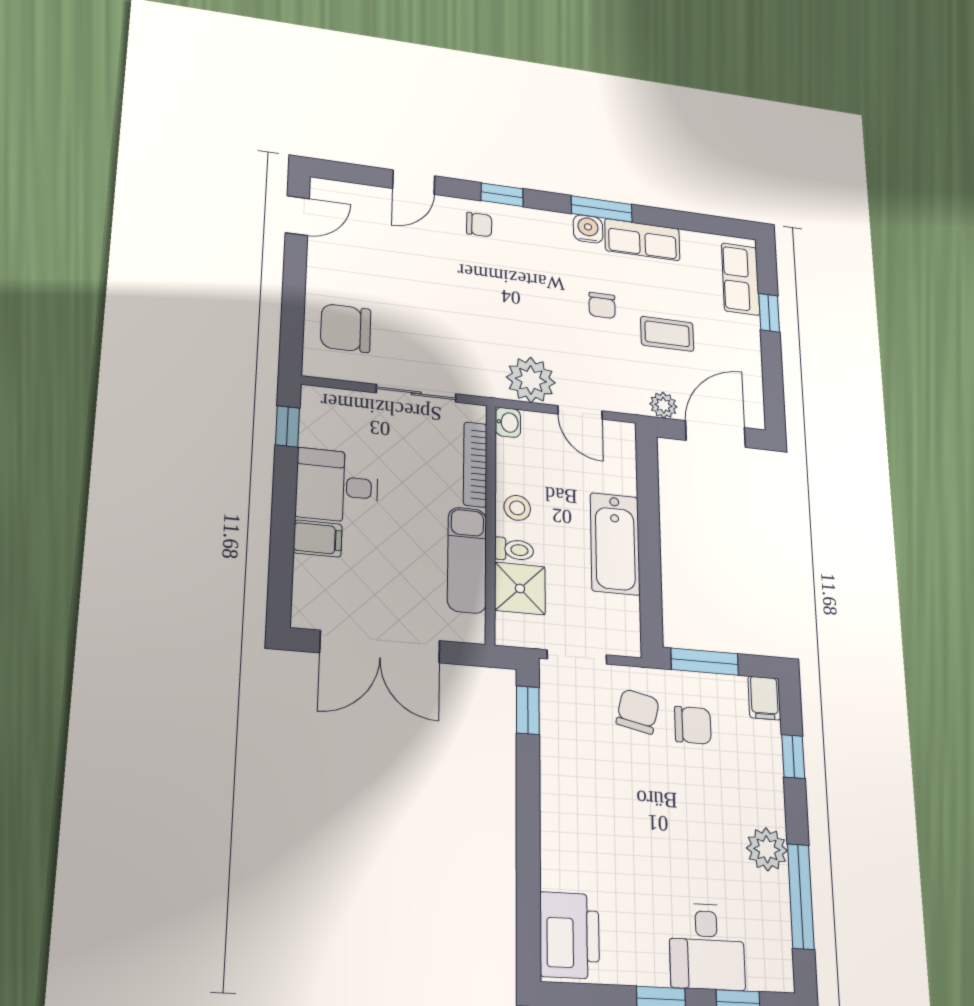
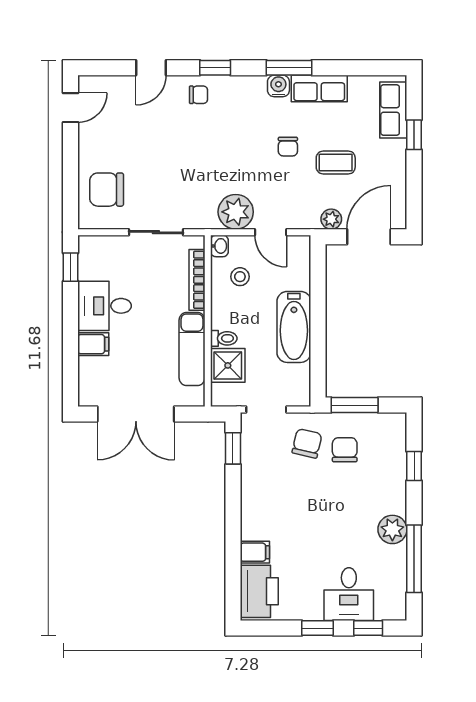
stool: (517, 508) -> (240, 277), moved
filing cabinet: (764, 698) -> (255, 552), moved, turned -90
chair: (693, 725) -> (345, 450), turned -90

